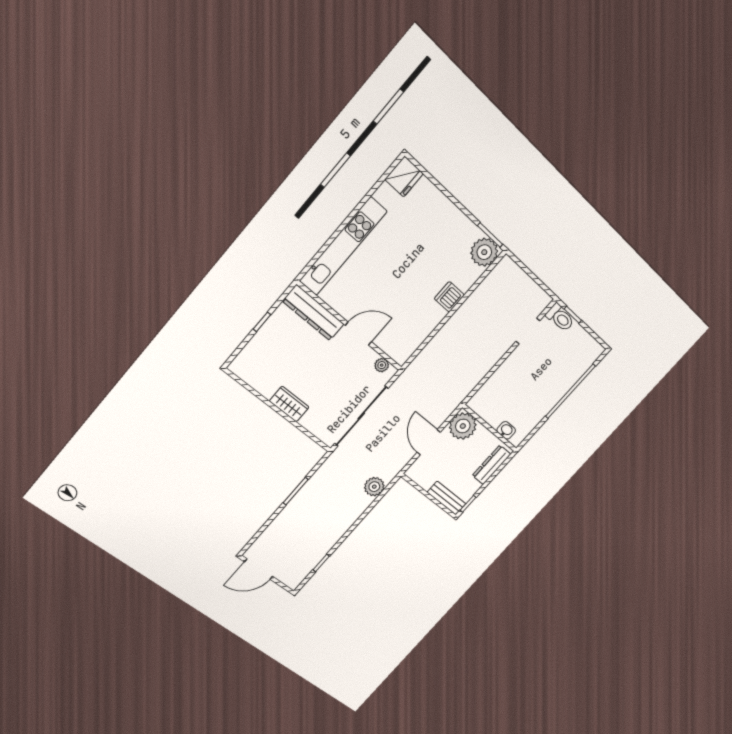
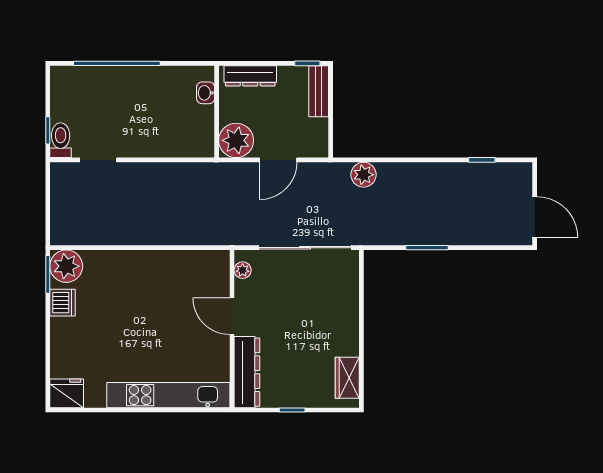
dishwasher: (449, 297) -> (62, 303), moved, turned -90
wardrobe: (289, 404) -> (347, 378), moved

